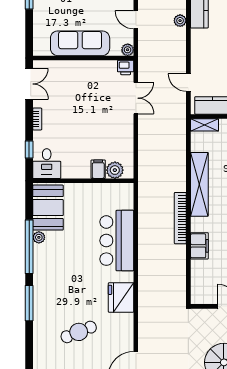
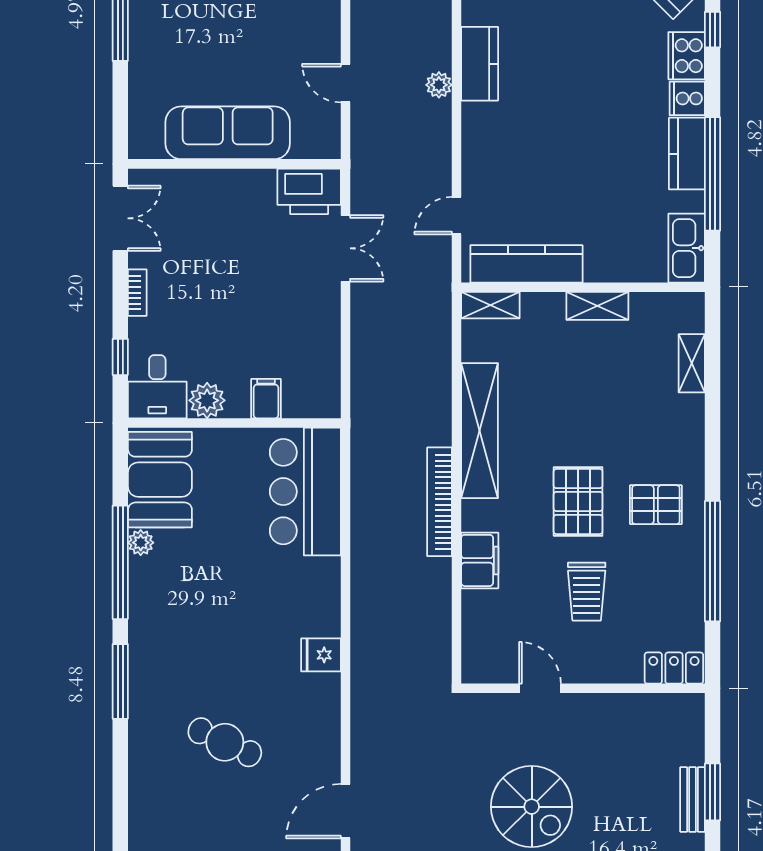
plant: (128, 50) -> (328, 146), removed
printer: (126, 68) -> (309, 191), width x1.87, depth x1.48
door: (188, 83) -> (456, 216), hinge flipped
plant: (115, 170) -> (207, 400), moved
bar counter: (117, 241) -> (305, 492), moved
fridge: (121, 298) -> (321, 655), width x0.53, depth x0.75
cafe table: (79, 332) -> (225, 742), turned 47

